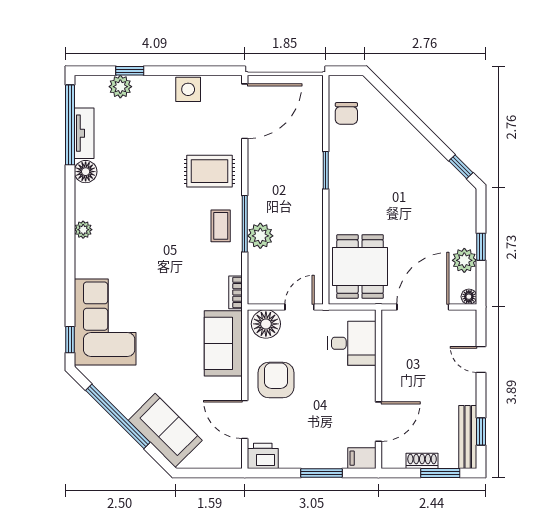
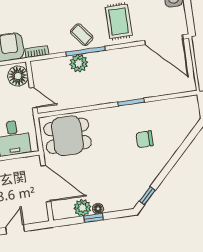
chair: (346, 113) -> (145, 139), moved
coffee table: (221, 226) -> (82, 35), turned 52
floor lamp: (469, 297) -> (98, 209), moved

